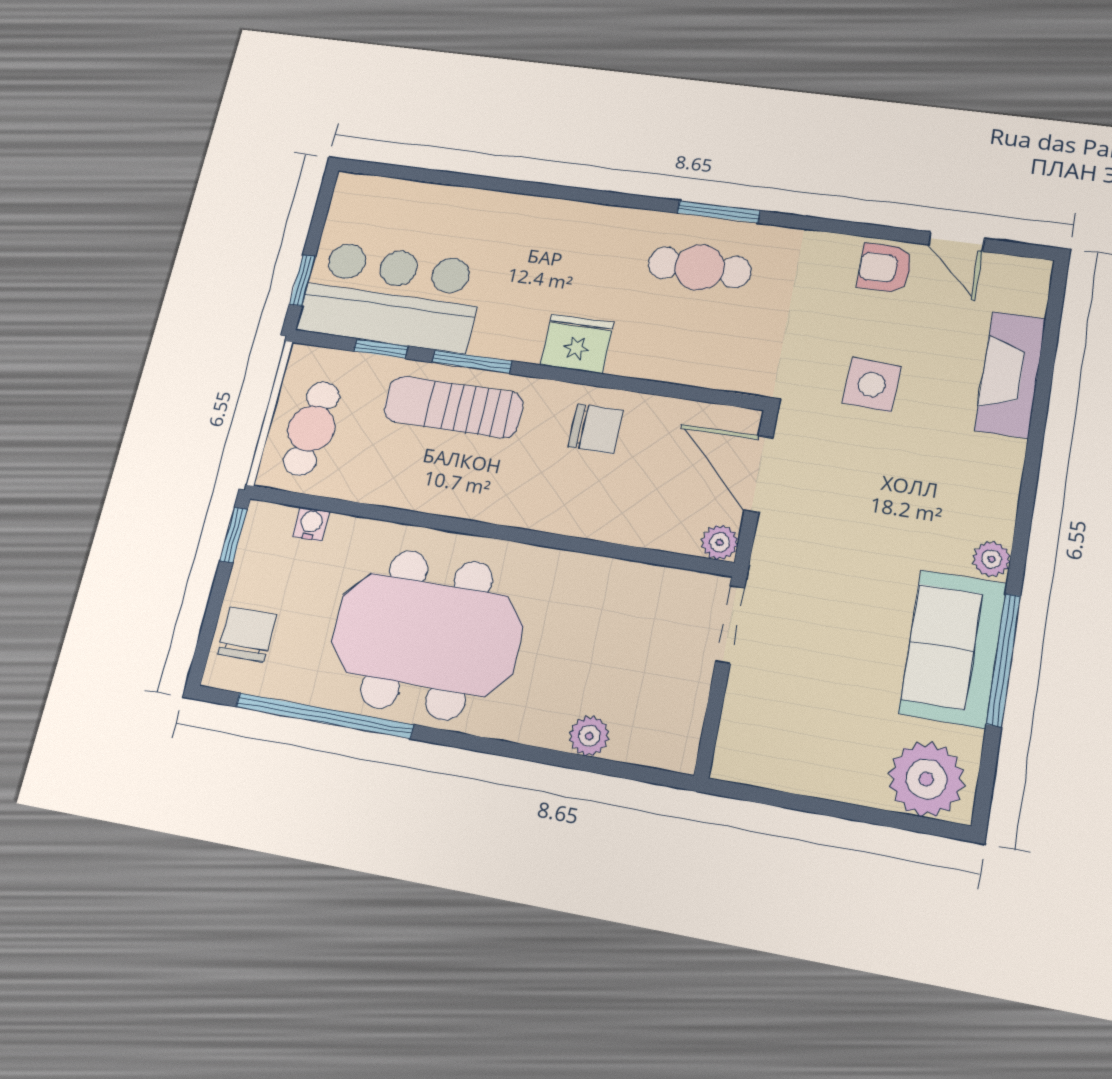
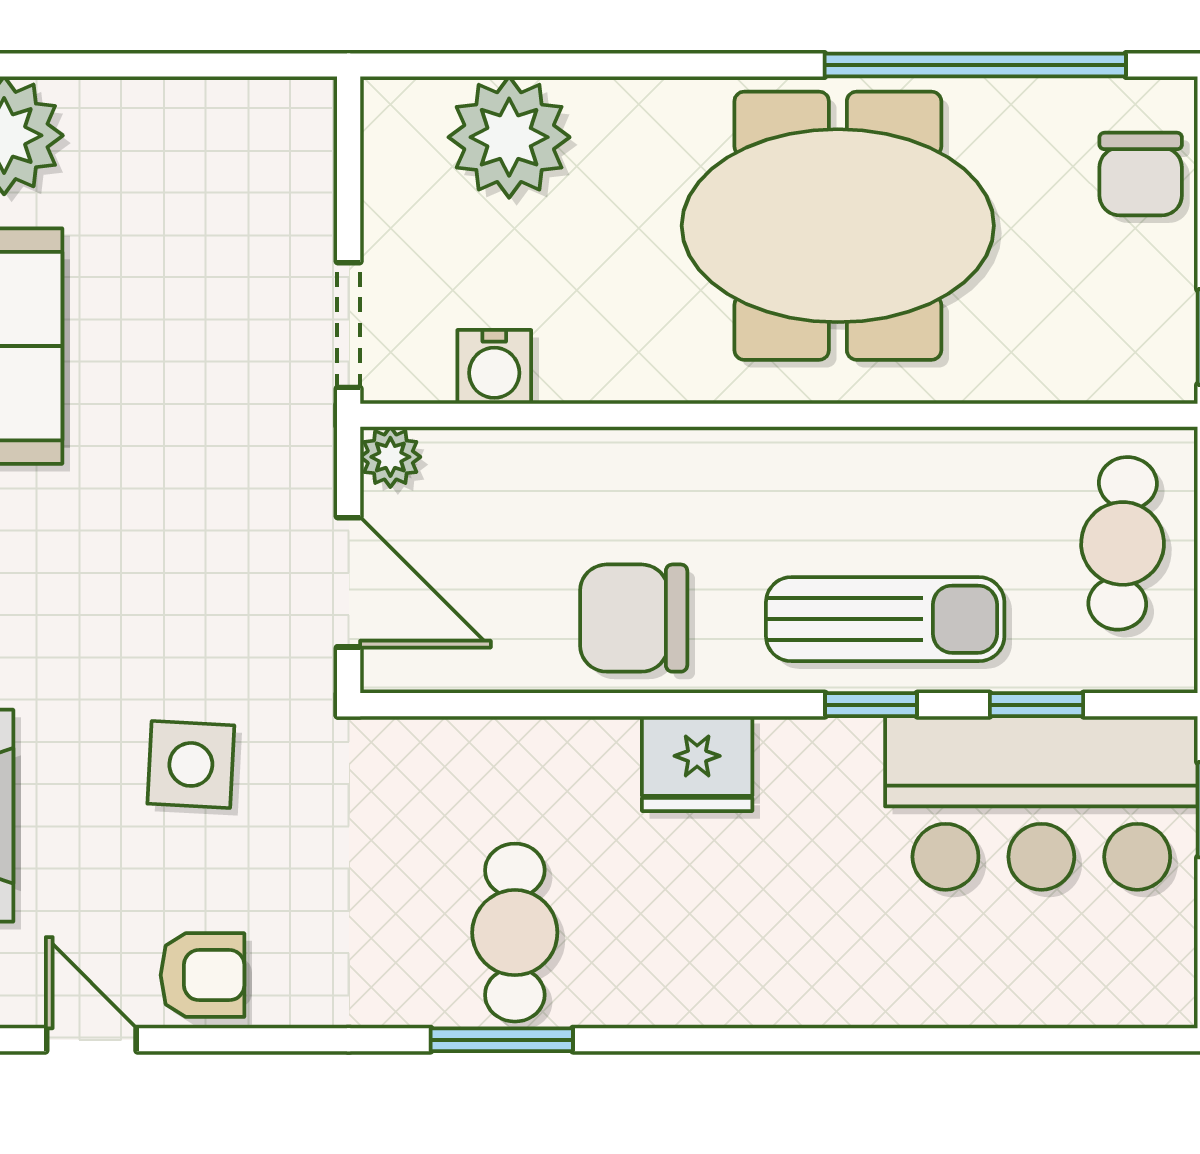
cafe table: (700, 267) -> (515, 933), turned 90
window: (472, 362) -> (871, 705), width x0.67
chair: (596, 429) -> (634, 618), width x1.37, depth x1.37
water cooler: (311, 524) -> (494, 367), moved, width x1.38, depth x1.38
plant: (589, 736) -> (509, 137), width x1.88, depth x1.88

